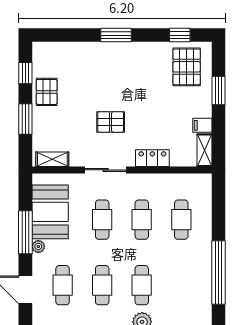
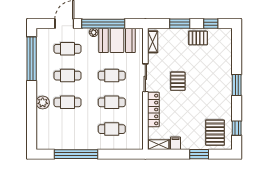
pallet: (187, 67) -> (215, 133), turned 90
locker: (152, 158) -> (153, 110), width x1.53
window: (25, 232) -> (103, 24), width x1.46

